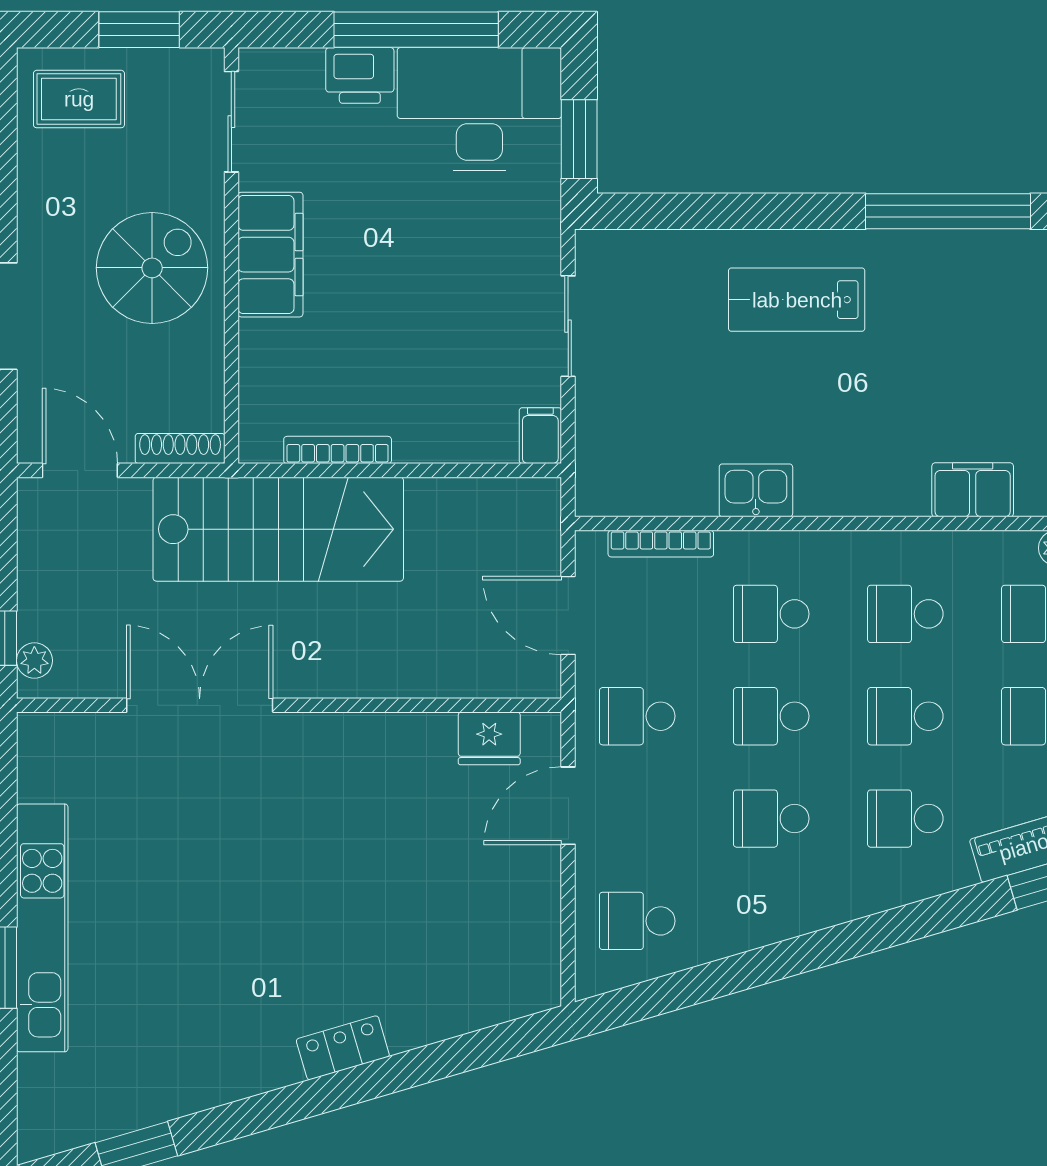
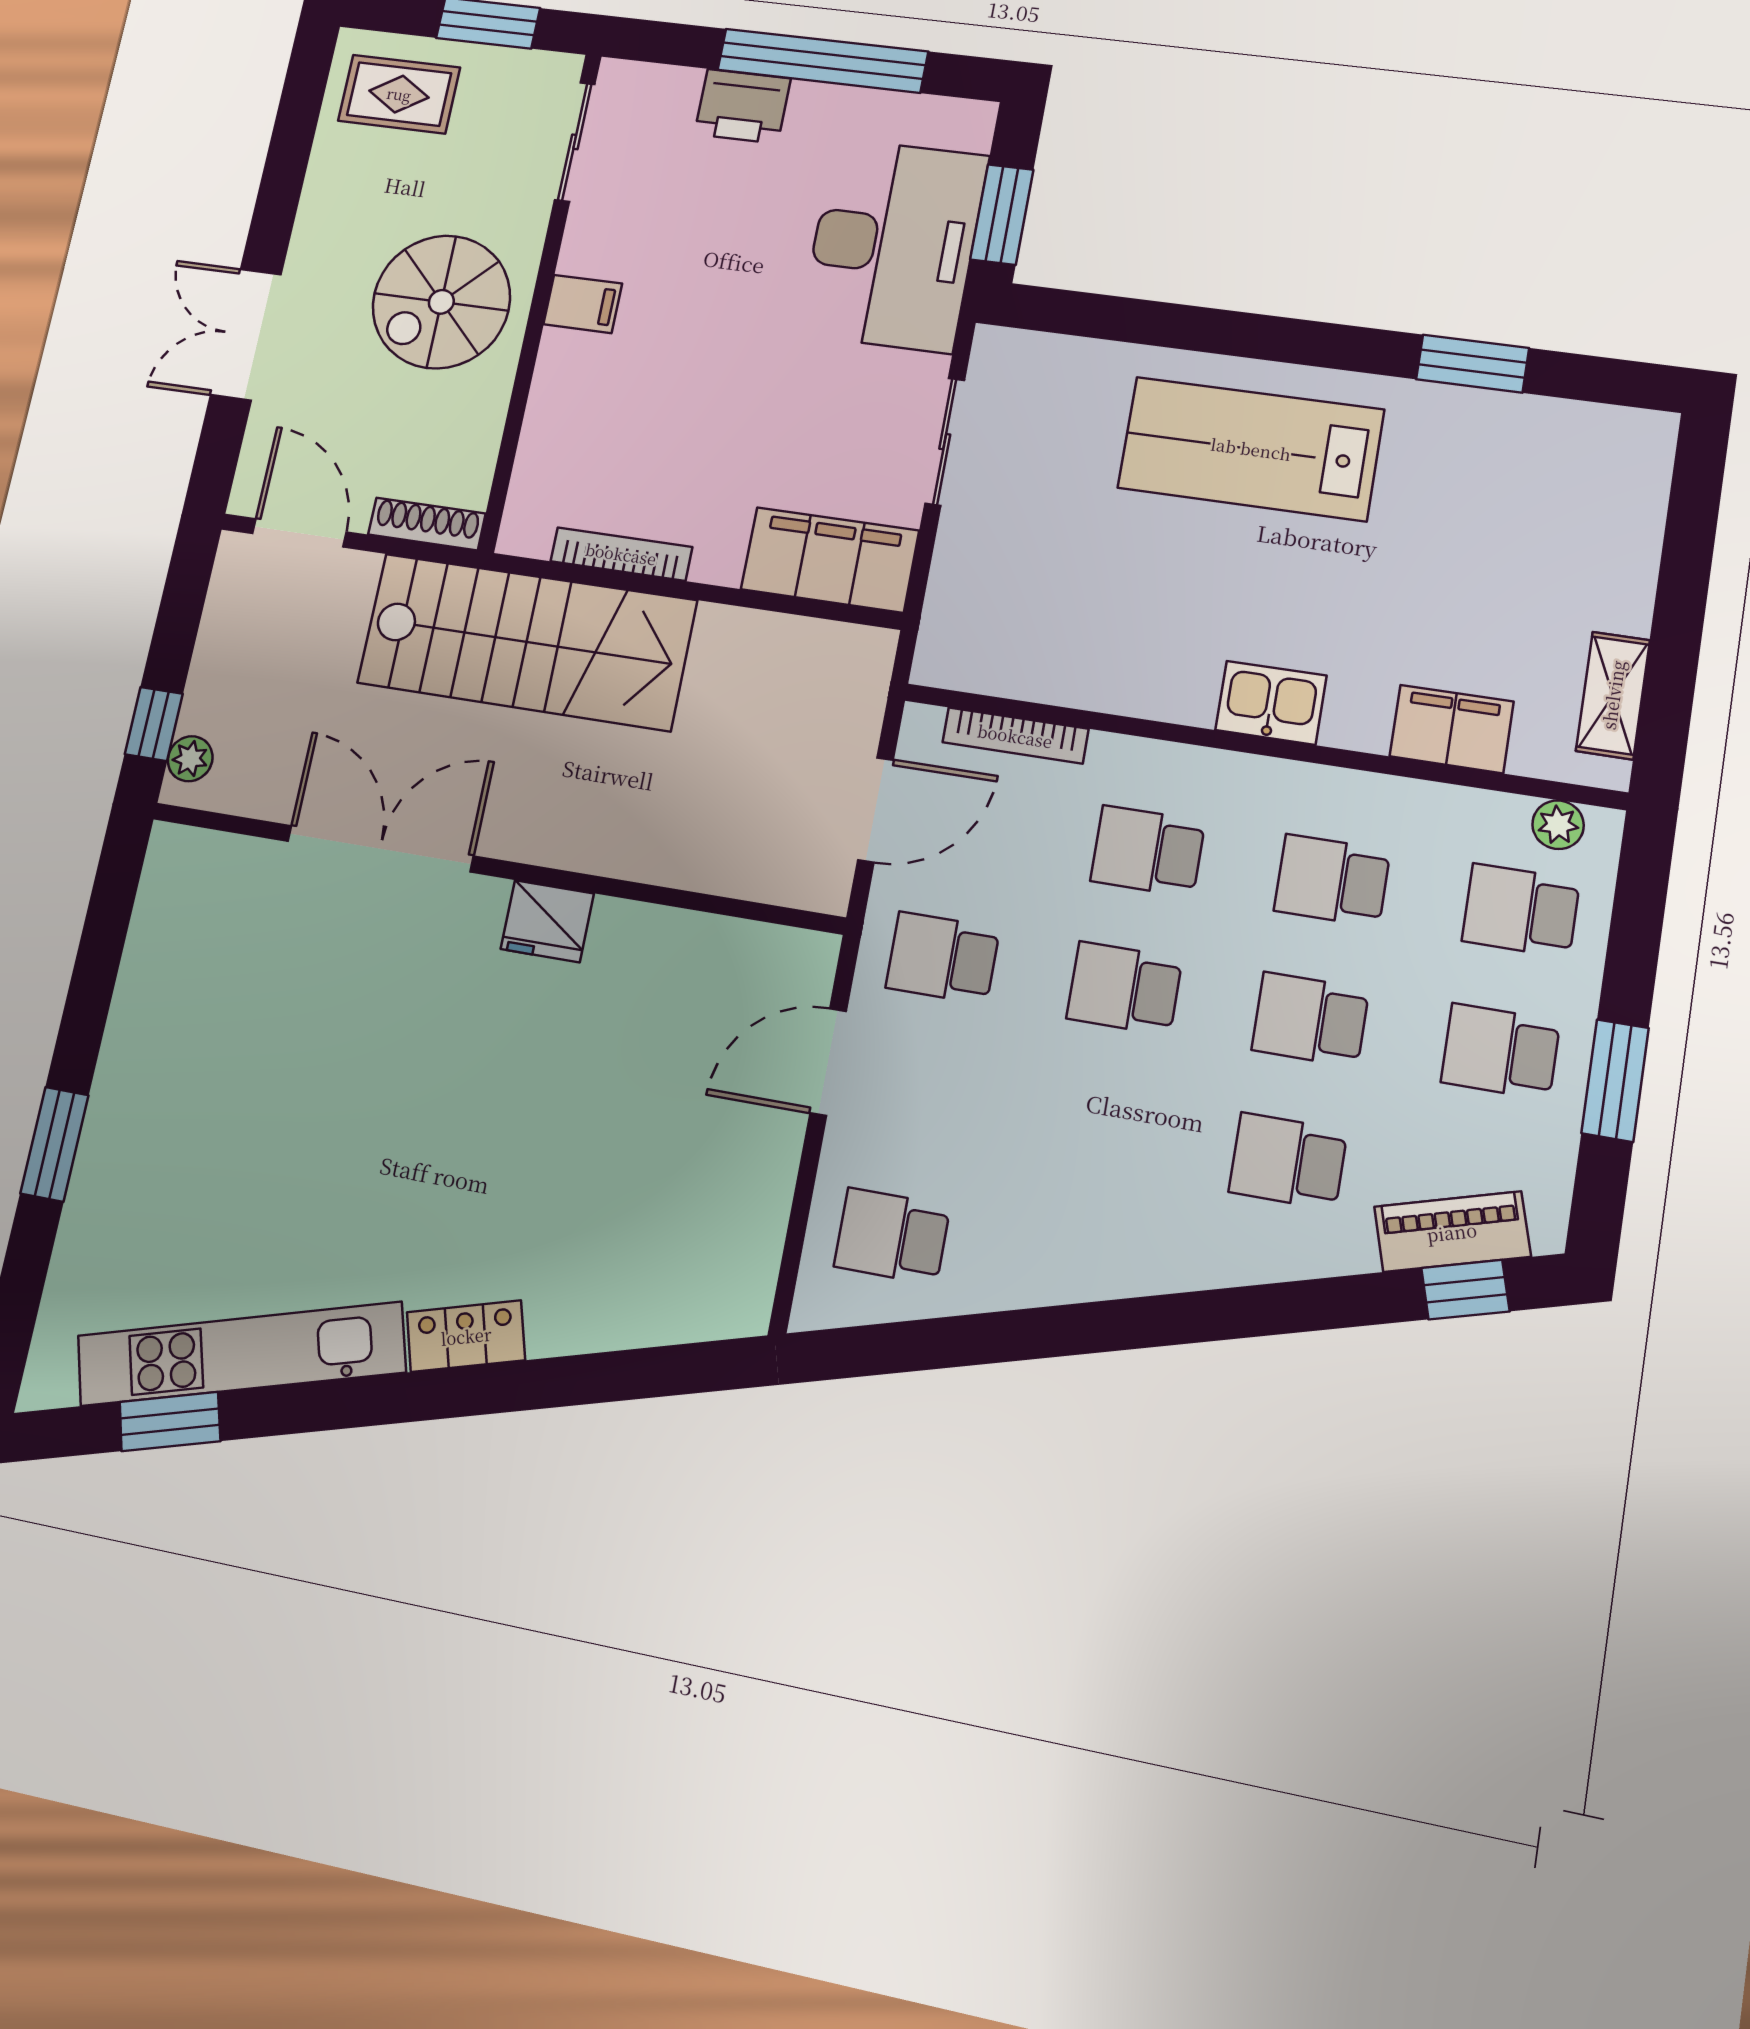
desk: (479, 109) -> (893, 245), moved, turned 90
window: (948, 211) -> (1472, 364), width x0.47
filing cabinet: (270, 255) -> (583, 304), width x0.33, depth x0.86
spiral stairs: (152, 268) -> (441, 302), turned 180
lab bench: (797, 300) -> (1251, 449), width x1.36, depth x1.39
filing cabinet: (540, 436) -> (830, 560), width x3.00, depth x1.17
kitchen sink: (756, 490) -> (1271, 703), moved
door: (568, 615) -> (876, 810), swing flipped
fridge: (489, 738) -> (547, 921), moved
school desk: (771, 819) -> (1101, 1128), removed
kitchen unit: (42, 928) -> (241, 1354), moved, turned -106

